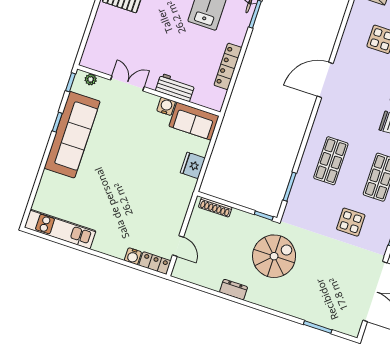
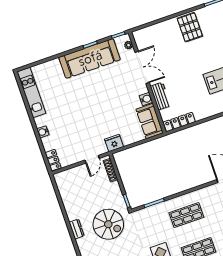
locker: (228, 66) -> (179, 122), moved
double door: (127, 83) -> (142, 67), width x1.37
fridge: (193, 165) -> (114, 143), moved
door: (178, 246) -> (92, 159), moved
water cooler: (133, 256) -> (43, 132), moved
dresser: (234, 290) -> (77, 229), moved

